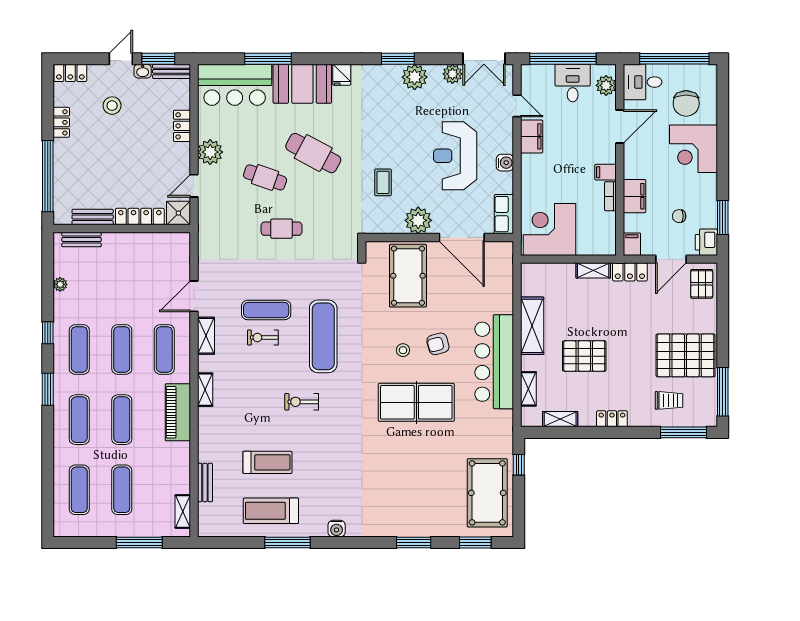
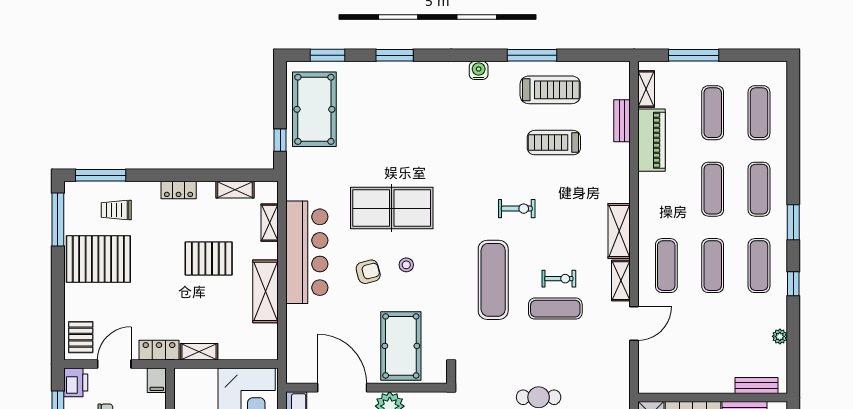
shelving: (205, 390) -> (619, 231), width x1.50, depth x1.33
piano: (178, 412) -> (652, 140), moved

